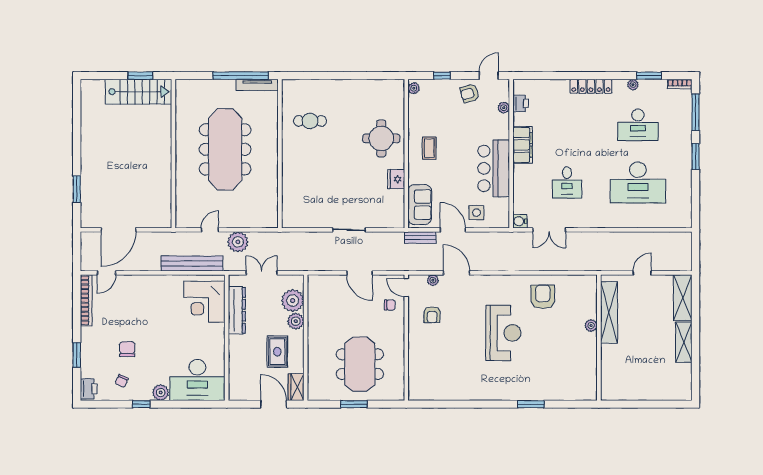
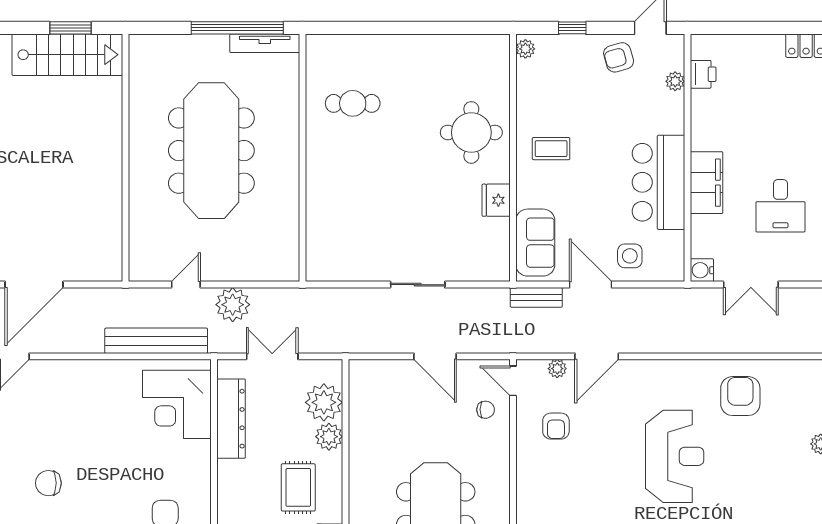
filing cabinet: (523, 145) -> (707, 183), moved
coffee table: (429, 148) -> (551, 149), turned 90
door: (457, 273) -> (597, 356), swing flipped
chair: (127, 349) -> (48, 483), turned -90

